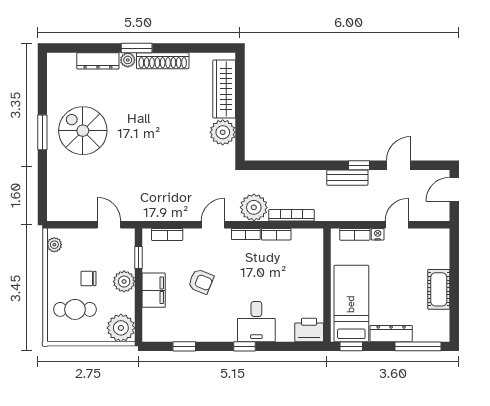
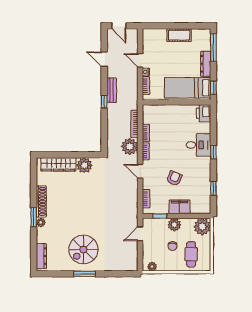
dresser: (98, 61) -> (41, 256), moved
window: (359, 165) -> (104, 102), moved

